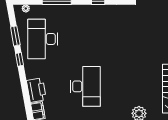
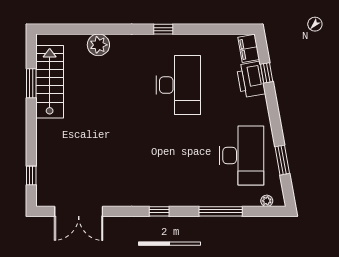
window: (20, 59) -> (267, 73), moved
desk: (85, 86) -> (178, 85), turned 180

